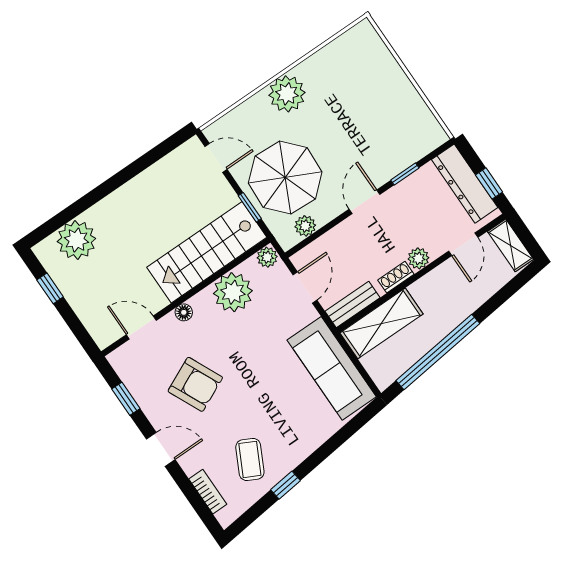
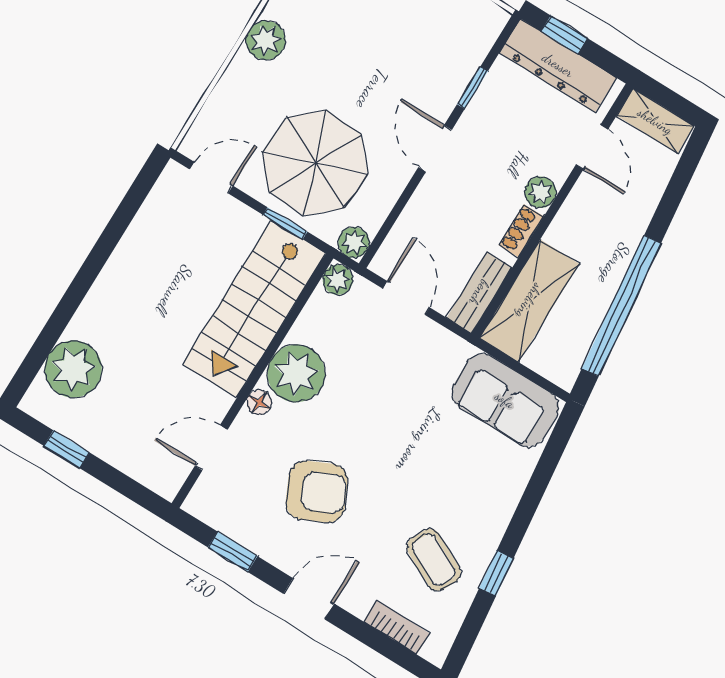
plant: (287, 94) -> (266, 40), width x0.73, depth x0.73
window: (489, 183) -> (564, 35), moved
plant: (305, 226) -> (354, 242), moved
plant: (233, 292) -> (296, 373), moved
sofa: (332, 368) -> (505, 400), width x0.73

